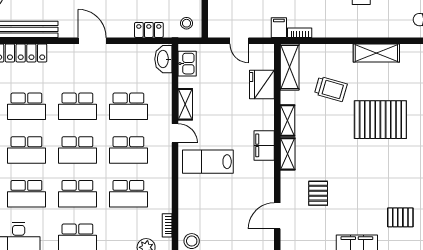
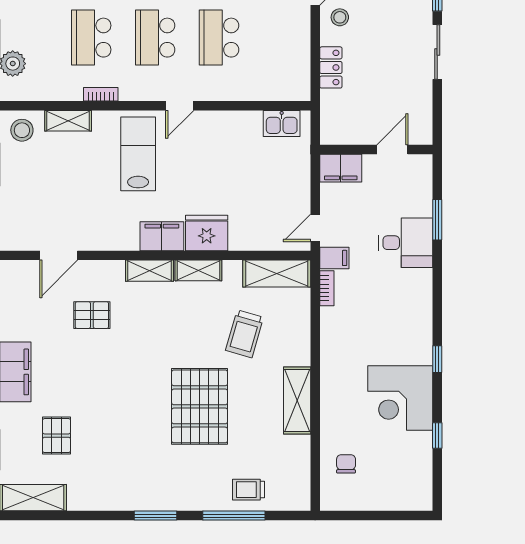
stool: (186, 23) -> (340, 17), moved
filing cabinet: (218, 23) -> (341, 168), added
door: (239, 41) -> (315, 228), moved
washbasin: (163, 59) -> (288, 89), removed
fridge: (262, 84) -> (207, 233), moved
shelving: (185, 104) -> (68, 121), moved
door: (277, 216) -> (59, 255), swing flipped
bookcase: (167, 225) -> (101, 94), moved

